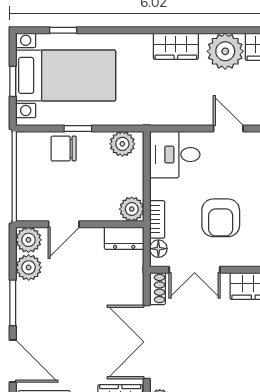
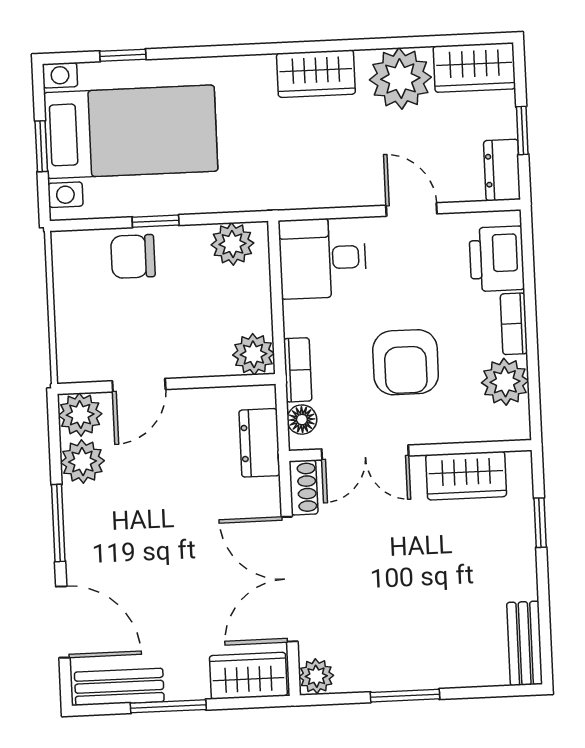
dresser: (124, 238) -> (259, 443), moved, turned 90

